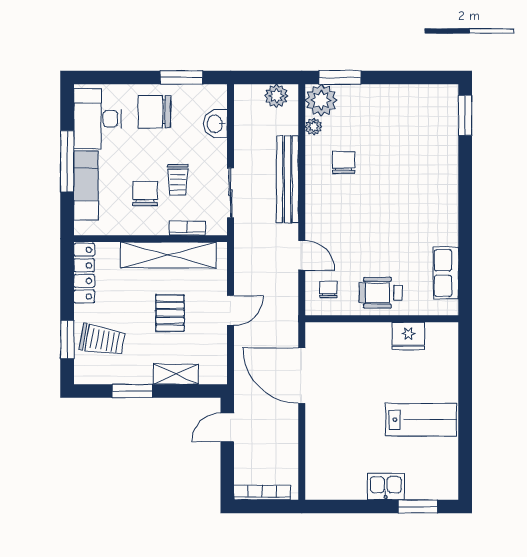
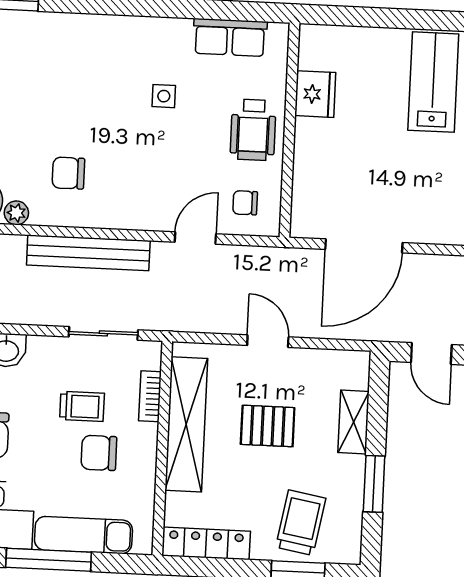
side table: (402, 228) -> (164, 96), added

